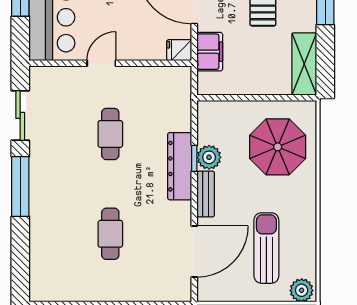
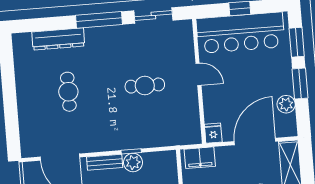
filing cabinet: (210, 52) -> (200, 158), moved
dresser: (180, 166) -> (58, 39), moved, turned 180
cafe table: (110, 234) -> (68, 92), turned 90

